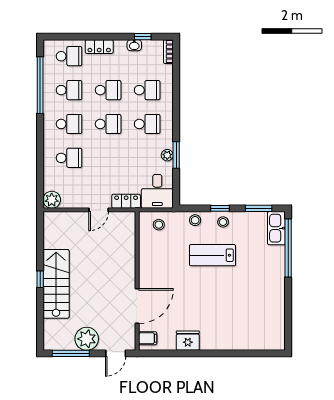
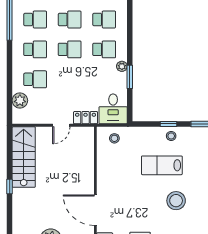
plant: (167, 155) -> (122, 66), moved
plant: (52, 200) -> (20, 100), moved
stool: (195, 220) -> (176, 201), moved, width x1.89, depth x1.89
stairs: (56, 284) -> (24, 157), moved
door: (137, 306) -> (95, 210), swing flipped

